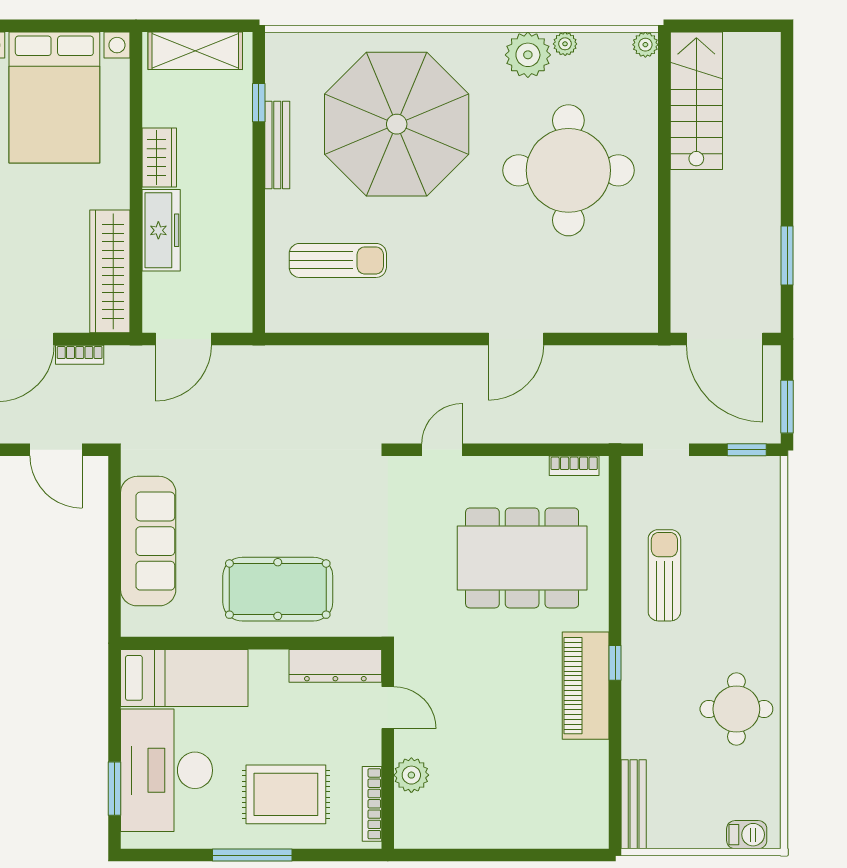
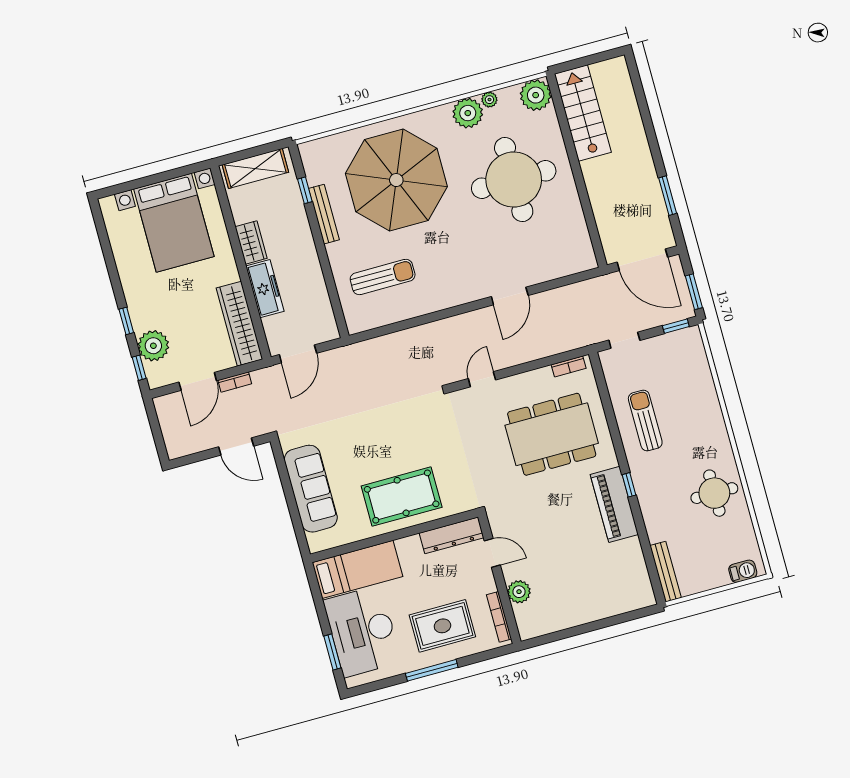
plant: (645, 45) -> (536, 95), width x1.87, depth x1.87

